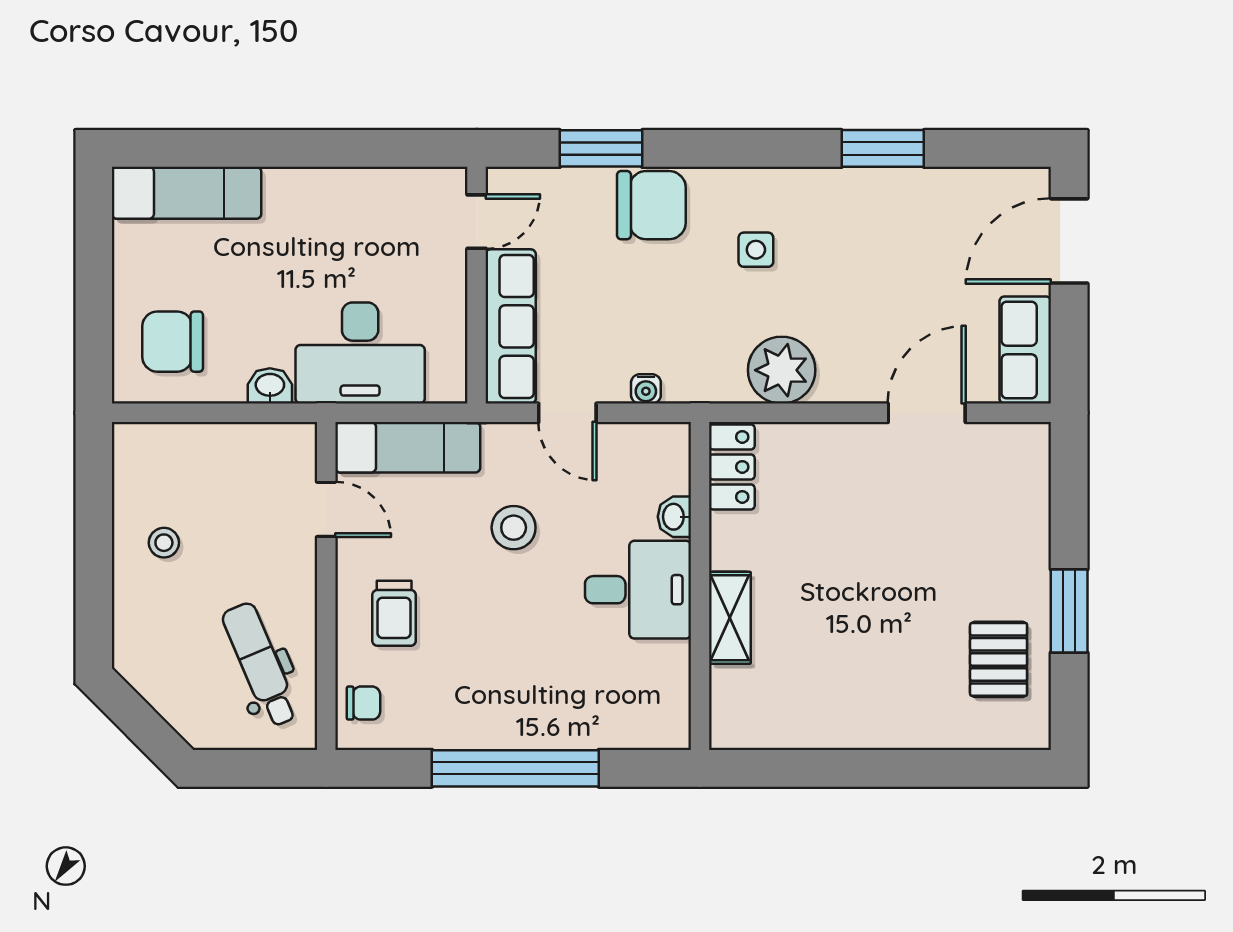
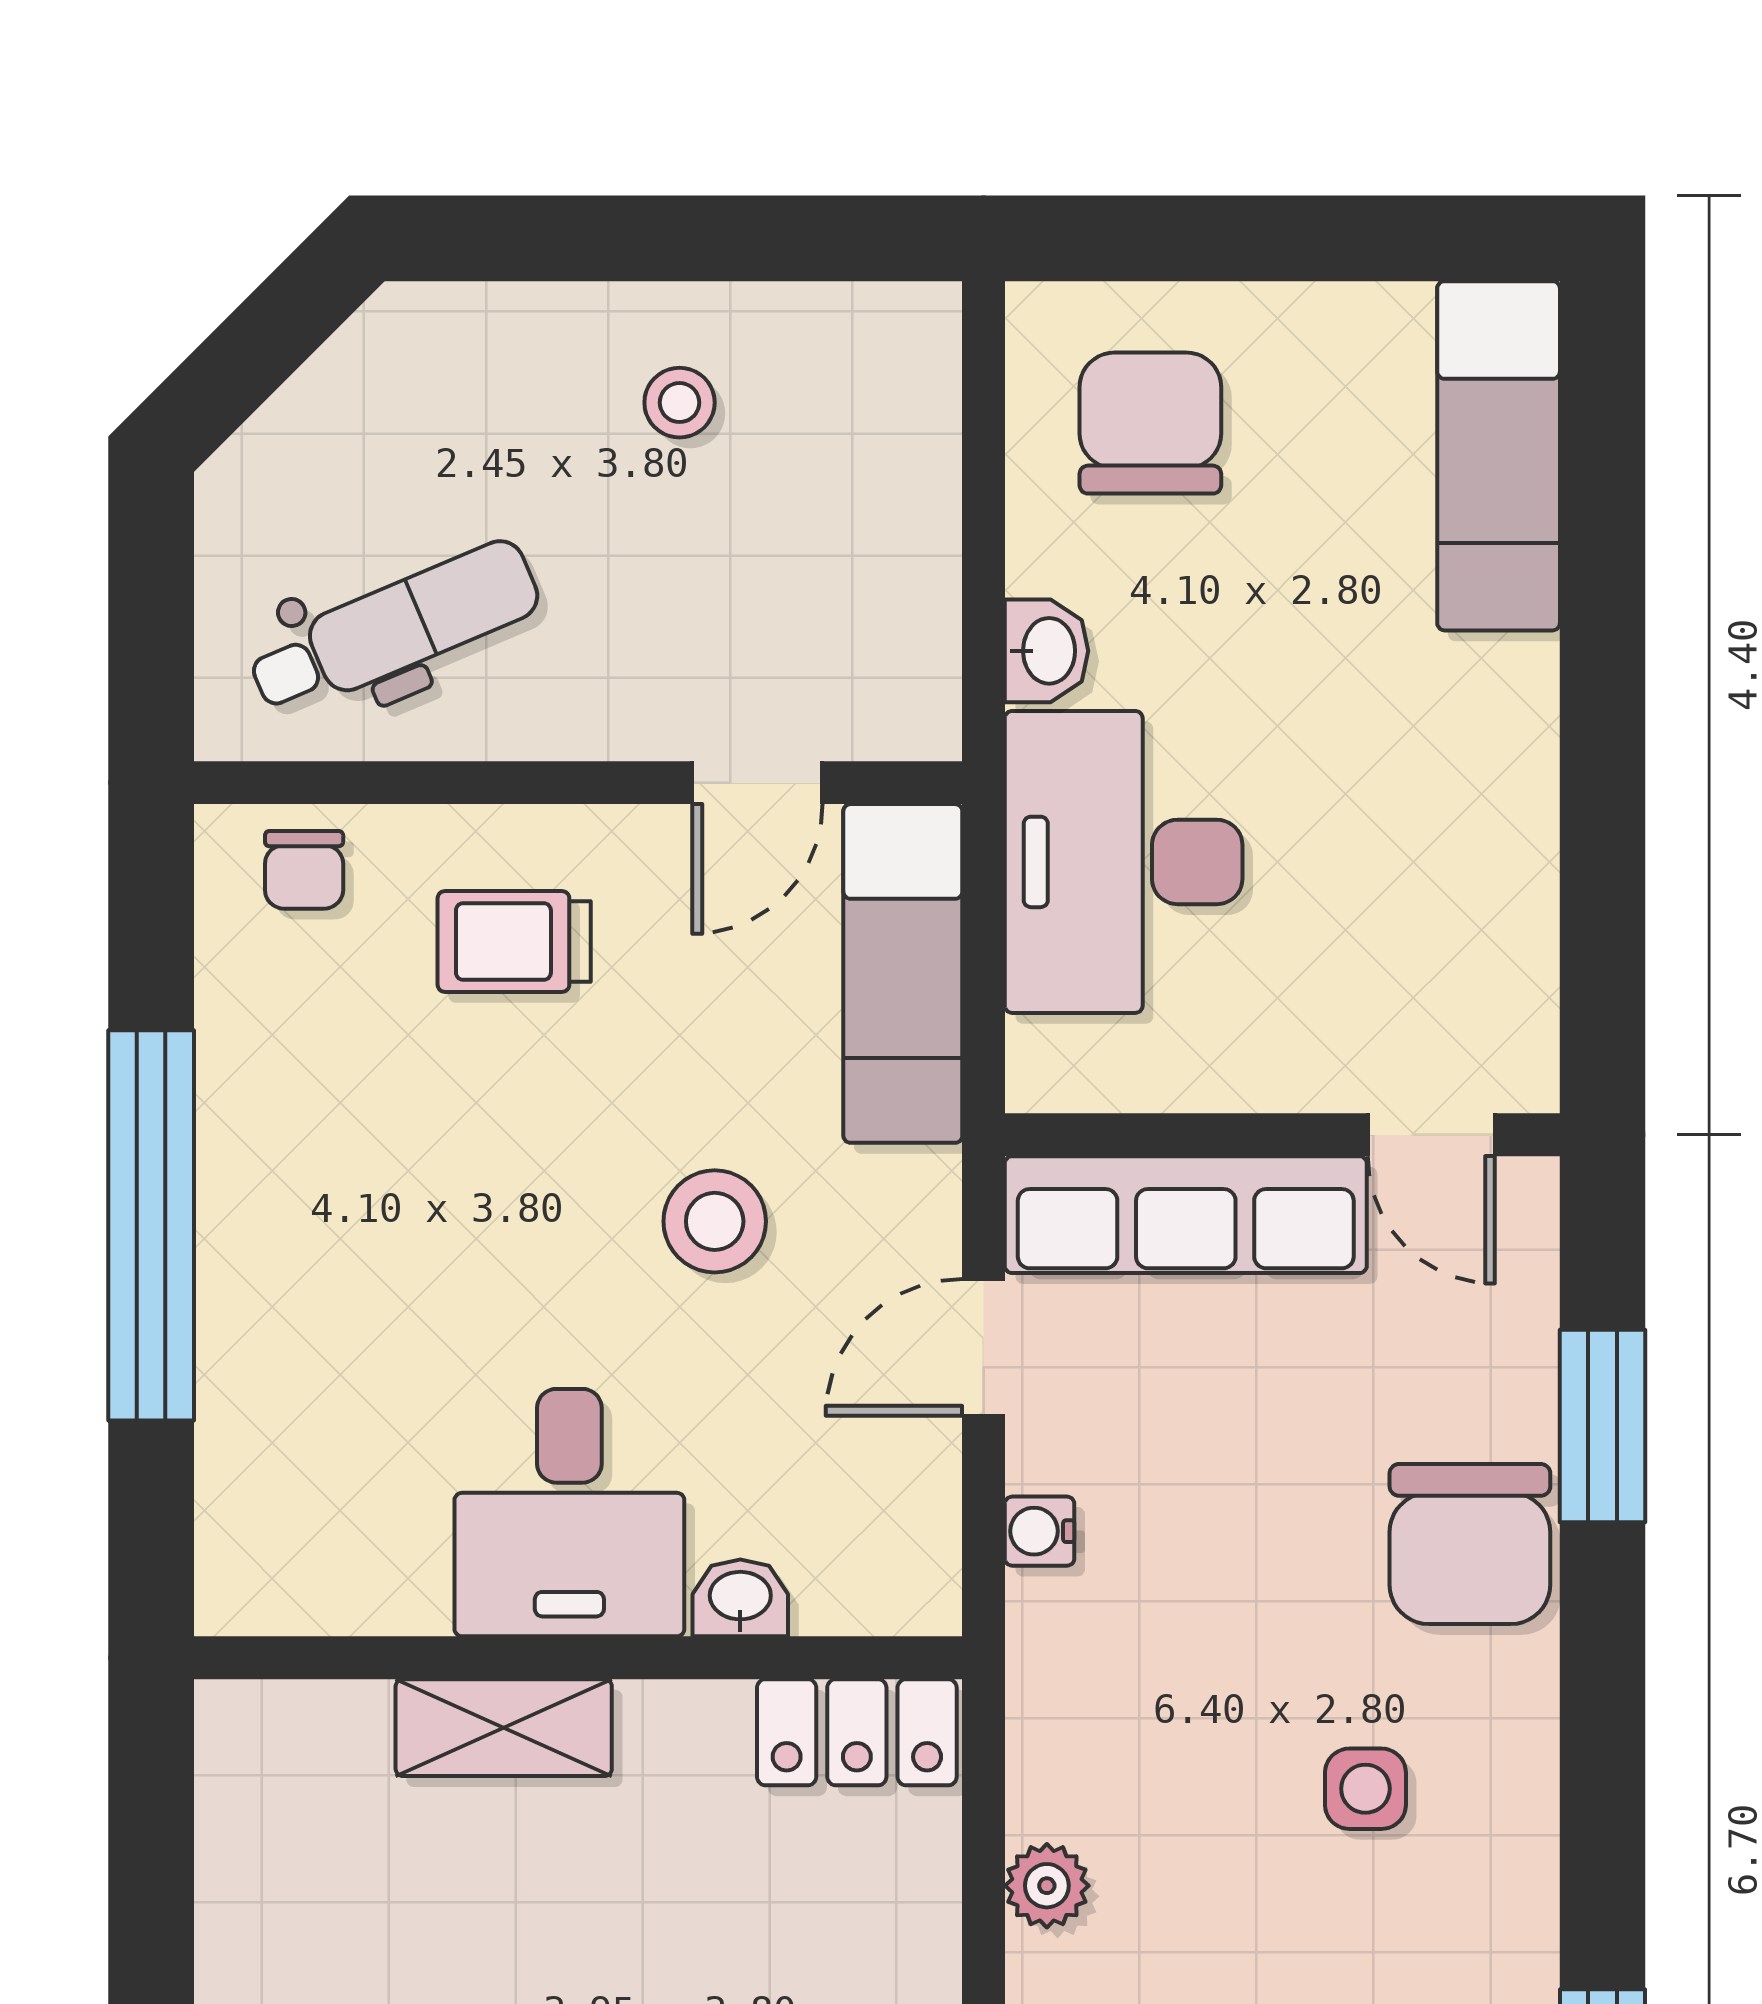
plant: (782, 370) -> (1047, 1886), width x0.53, depth x0.53

